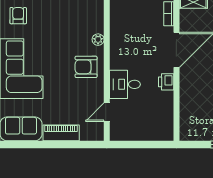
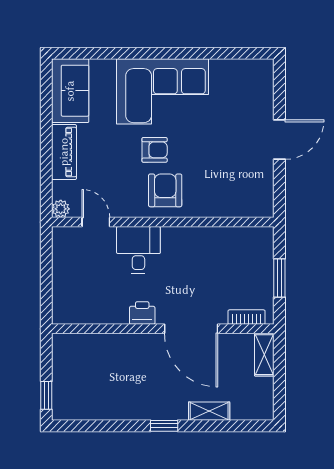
armchair: (18, 16) -> (155, 150), moved
plant: (98, 40) -> (61, 209), moved

